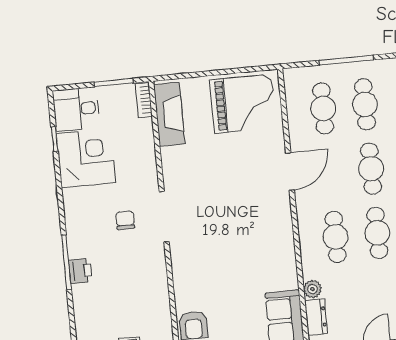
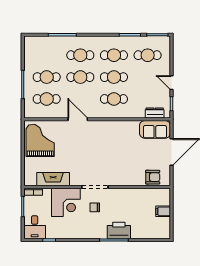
fireplace: (169, 114) -> (53, 179), moved
corner desk: (86, 158) -> (66, 202), moved, turned 180
printer: (80, 271) -> (119, 230), width x1.87, depth x1.48
plant: (313, 289) -> (140, 114), removed

